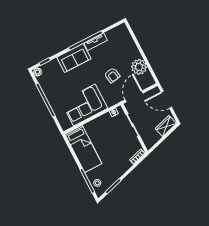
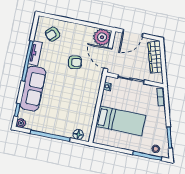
armchair: (119, 43) -> (52, 34), added
sofa: (74, 58) -> (33, 89), width x1.36
plant: (139, 67) -> (102, 37), moved
corner sofa: (84, 105) -> (81, 106), removed
floor lamp: (63, 119) -> (78, 135), added
wardrobe: (166, 126) -> (155, 57), width x1.50
bed: (83, 149) -> (121, 121), moved

